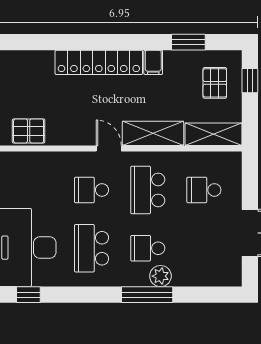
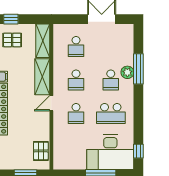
school desk: (148, 190) -> (76, 80), width x0.54
window: (147, 295) -> (138, 69), moved

